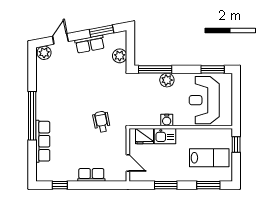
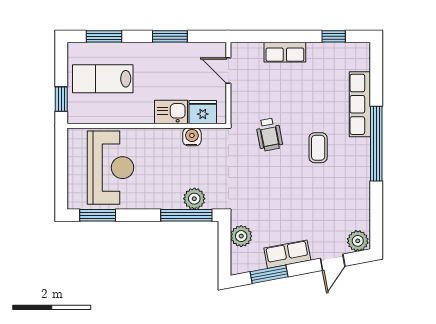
plant: (167, 80) -> (194, 199), moved
coffee table: (70, 113) -> (318, 148), added
water cooler: (167, 120) -> (192, 137), moved

